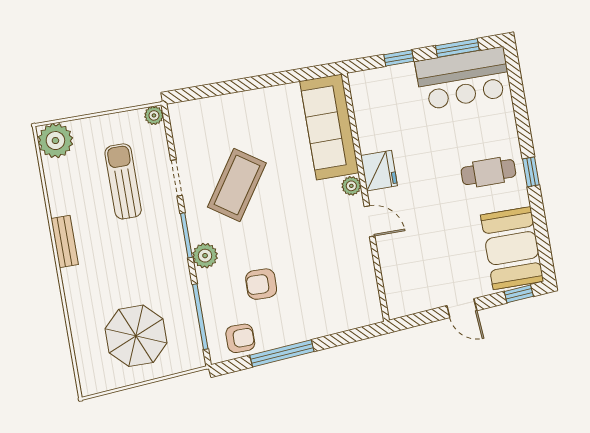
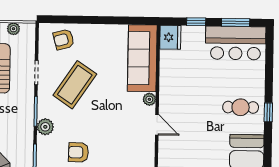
plant: (154, 115) -> (13, 29), moved
armchair: (208, 121) -> (64, 39), added
fridge: (379, 171) -> (170, 37), moved

